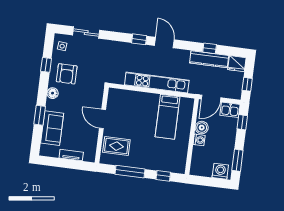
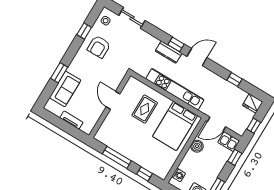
door: (164, 43) -> (197, 57), hinge flipped
kitchen counter: (209, 59) -> (169, 52), moved, width x0.67
floor lamp: (53, 93) -> (79, 58), removed
bed: (168, 117) -> (175, 126), width x1.50
washing machine: (199, 140) -> (179, 175), moved
rug: (116, 146) -> (145, 109), moved, turned 90

